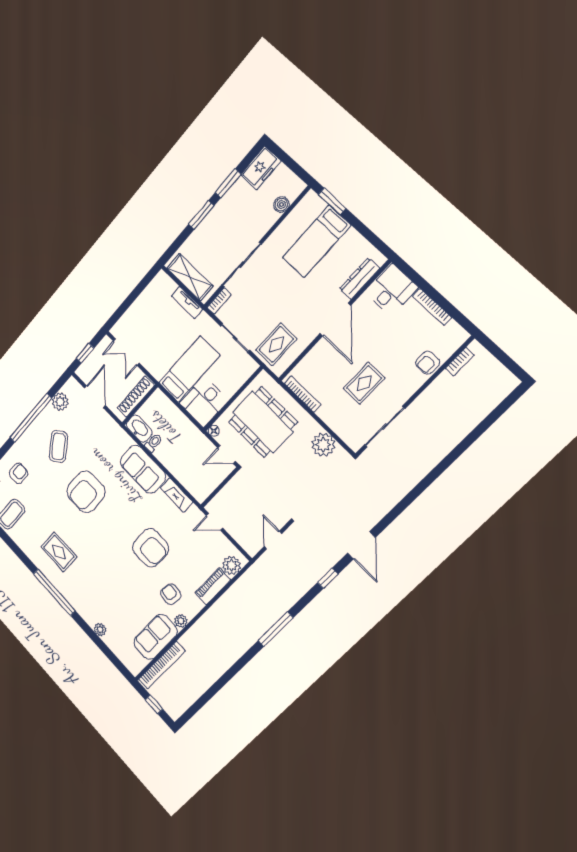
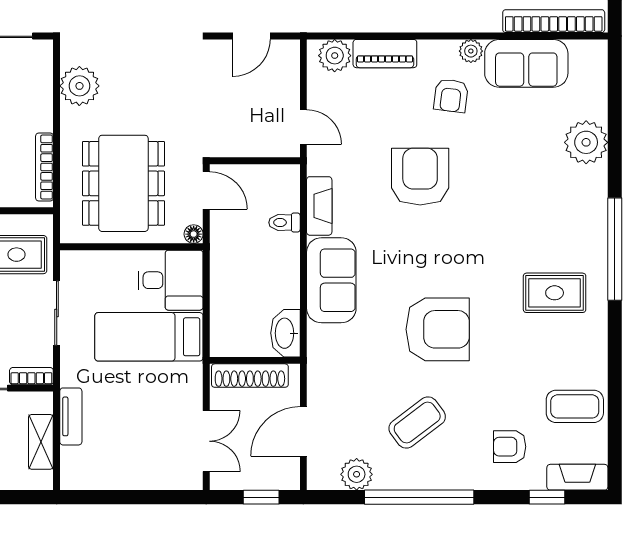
shelving: (190, 277) -> (41, 442), width x0.67, depth x0.75
toilet: (153, 443) -> (284, 223), moved
rug: (59, 552) -> (555, 293), turned 90
plant: (100, 630) -> (586, 142), width x1.88, depth x1.88

